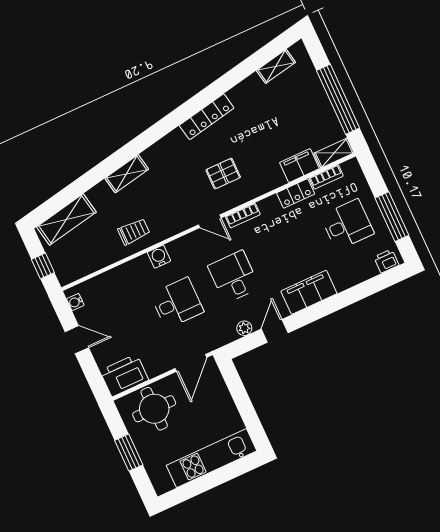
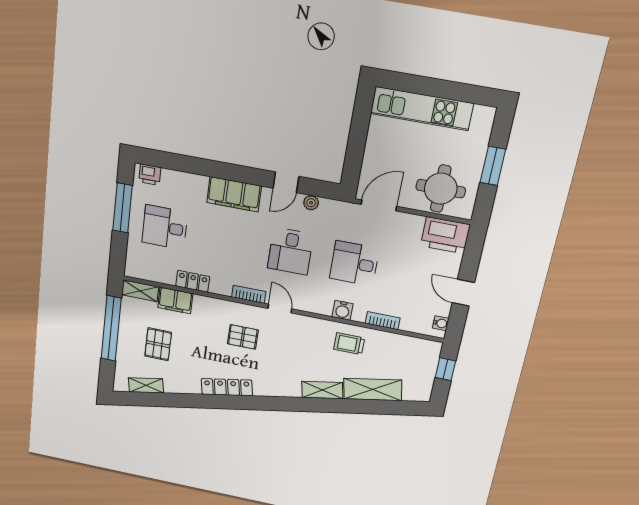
pallet: (289, 114) -> (158, 344), added
bookcase: (326, 177) -> (383, 321), moved
shelving: (66, 219) -> (373, 389), moved

